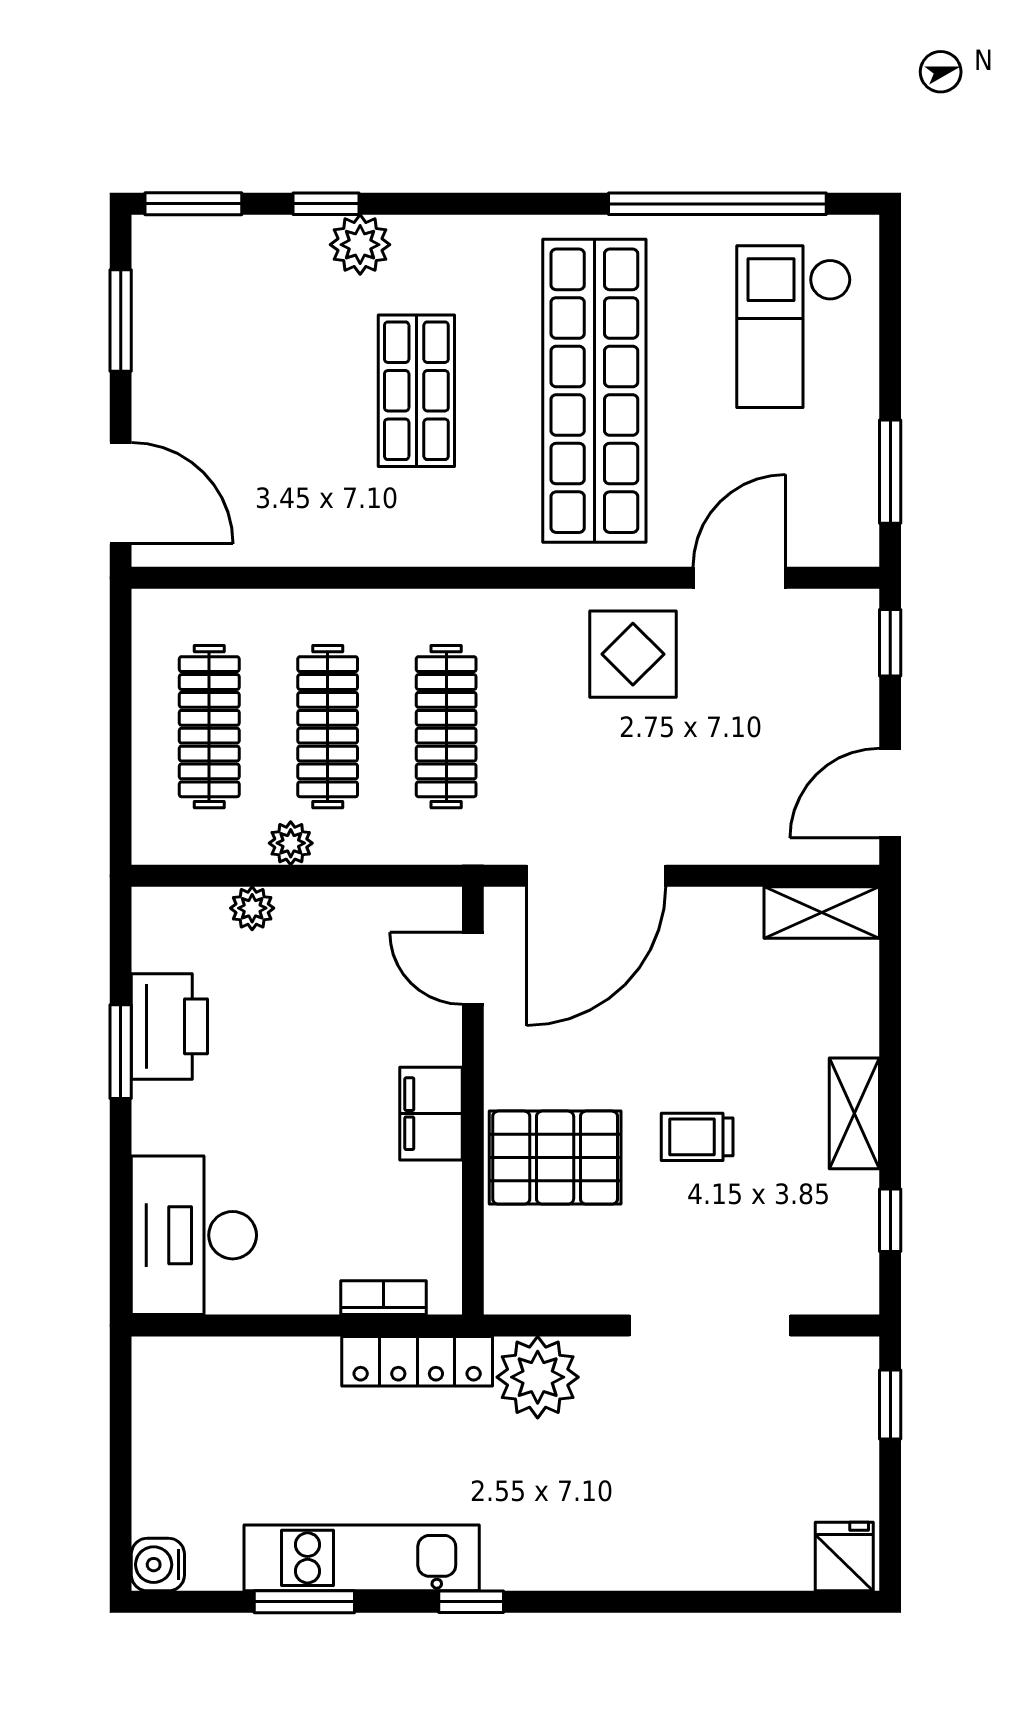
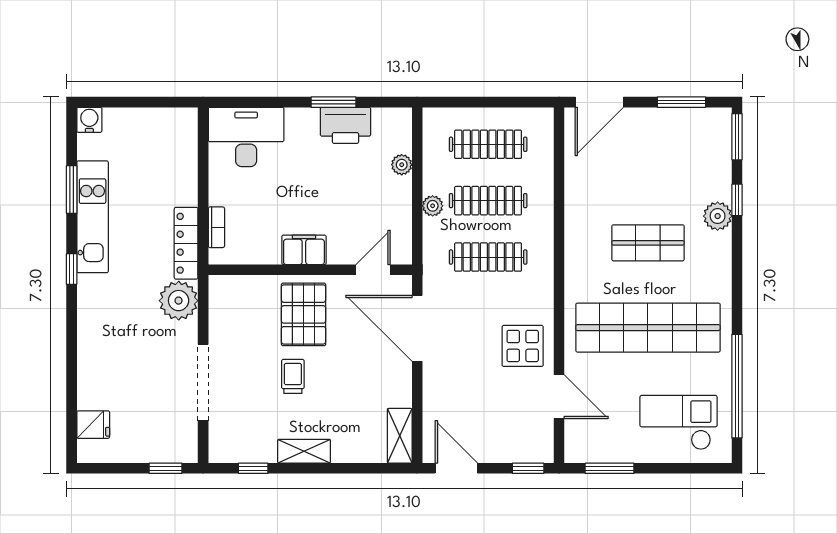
plant: (291, 843) -> (433, 206), moved
pallet: (555, 1158) -> (304, 314), moved
fridge: (844, 1557) -> (93, 425), moved

